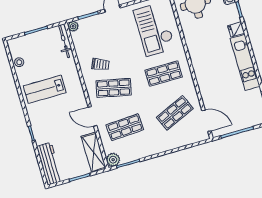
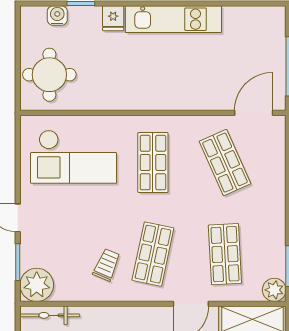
plant: (73, 26) -> (37, 285), width x1.88, depth x1.88

